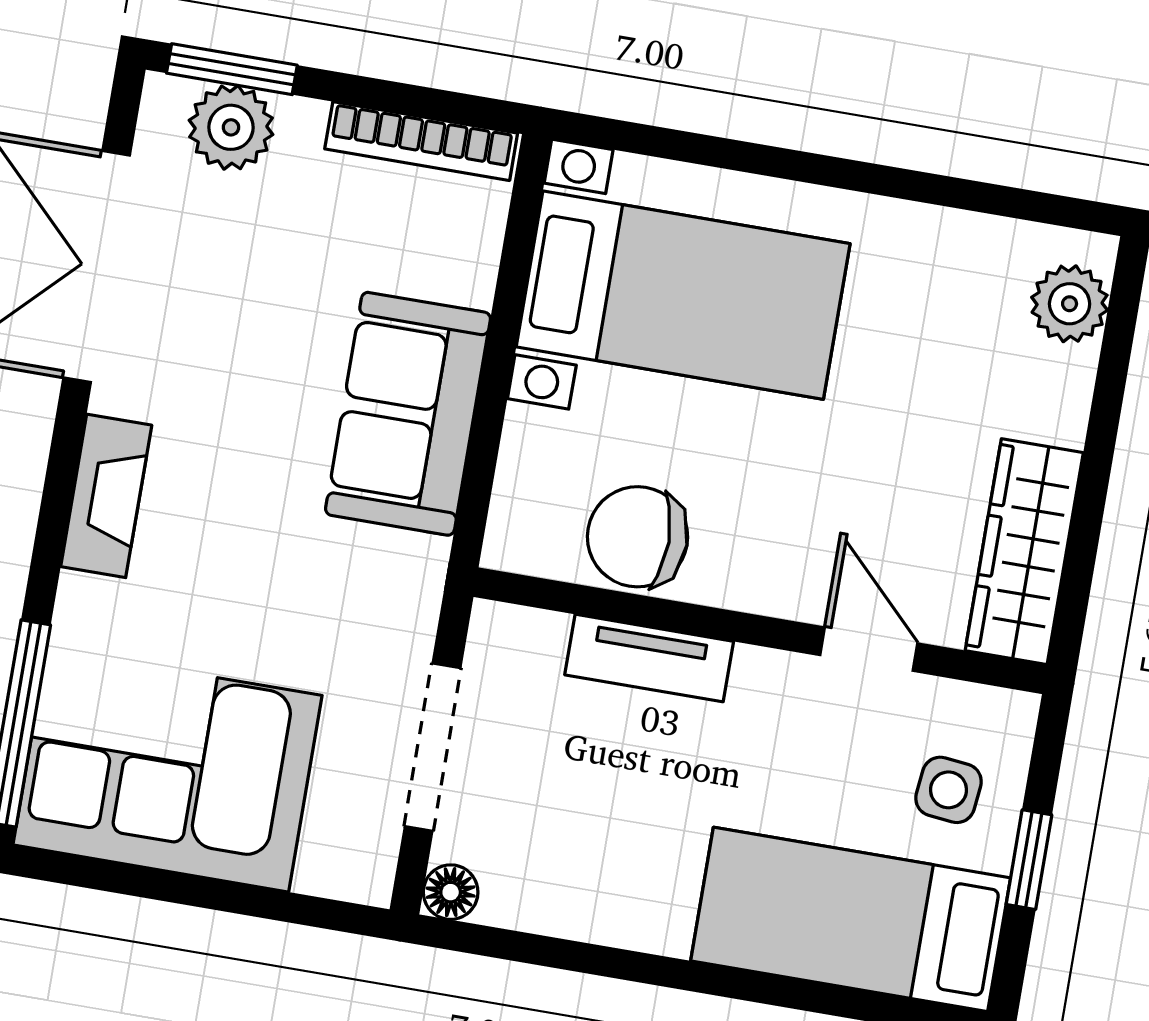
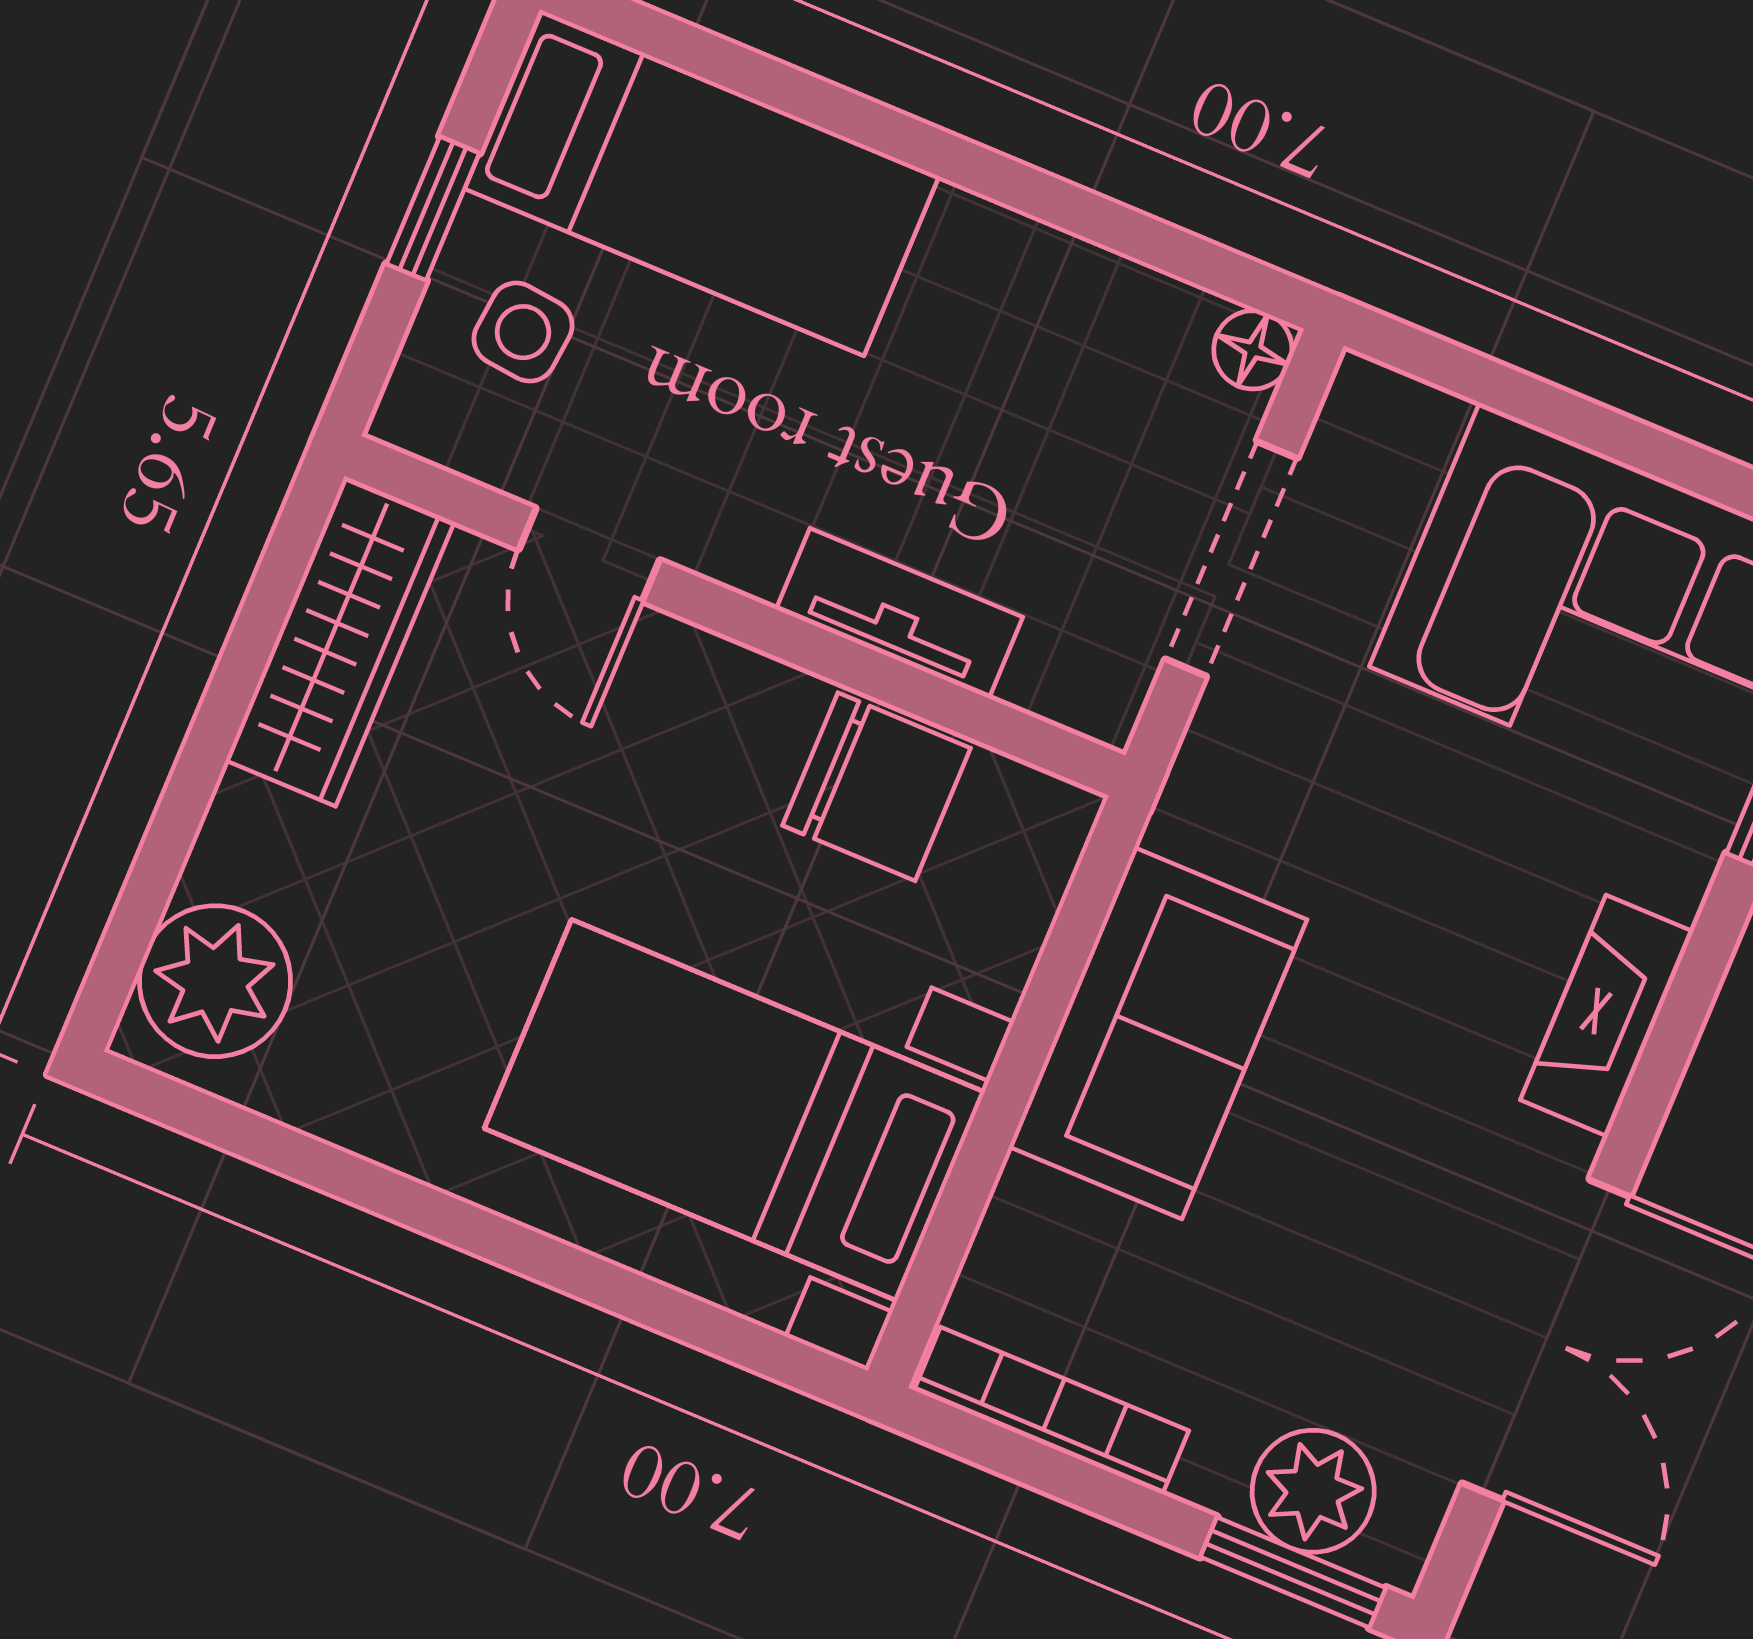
plant: (1070, 304) -> (215, 981), width x1.36, depth x1.36

